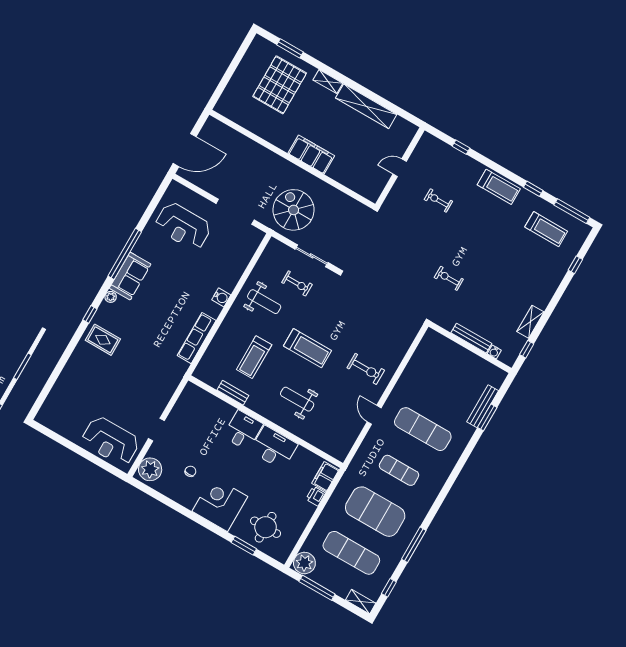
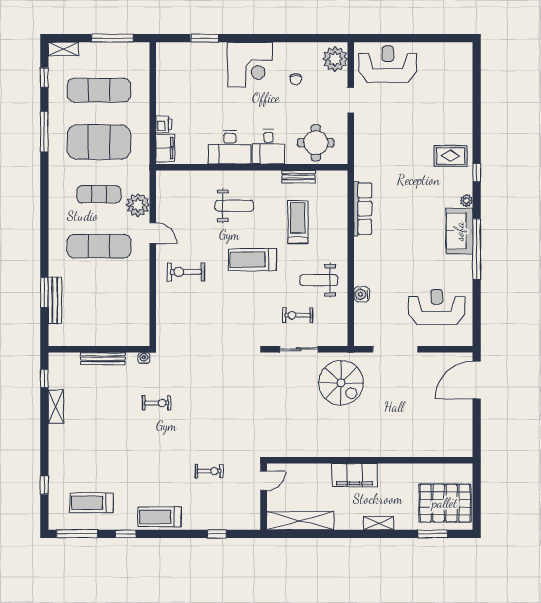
pallet: (280, 85) -> (445, 503), moved, turned 90
shelving: (366, 106) -> (300, 521), moved
filing cabinet: (311, 155) -> (354, 475), moved
wall: (292, 159) -> (370, 460), moved
water cooler: (221, 297) -> (362, 294), moved
water cooler: (494, 352) -> (144, 358), moved
round table: (266, 527) -> (316, 143), moved
plant: (304, 563) -> (138, 205), moved

